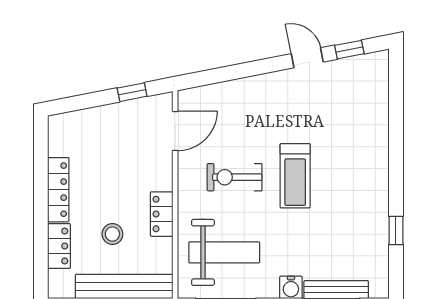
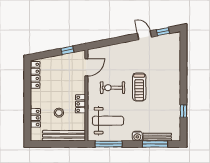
locker: (58, 190) -> (35, 75), moved

